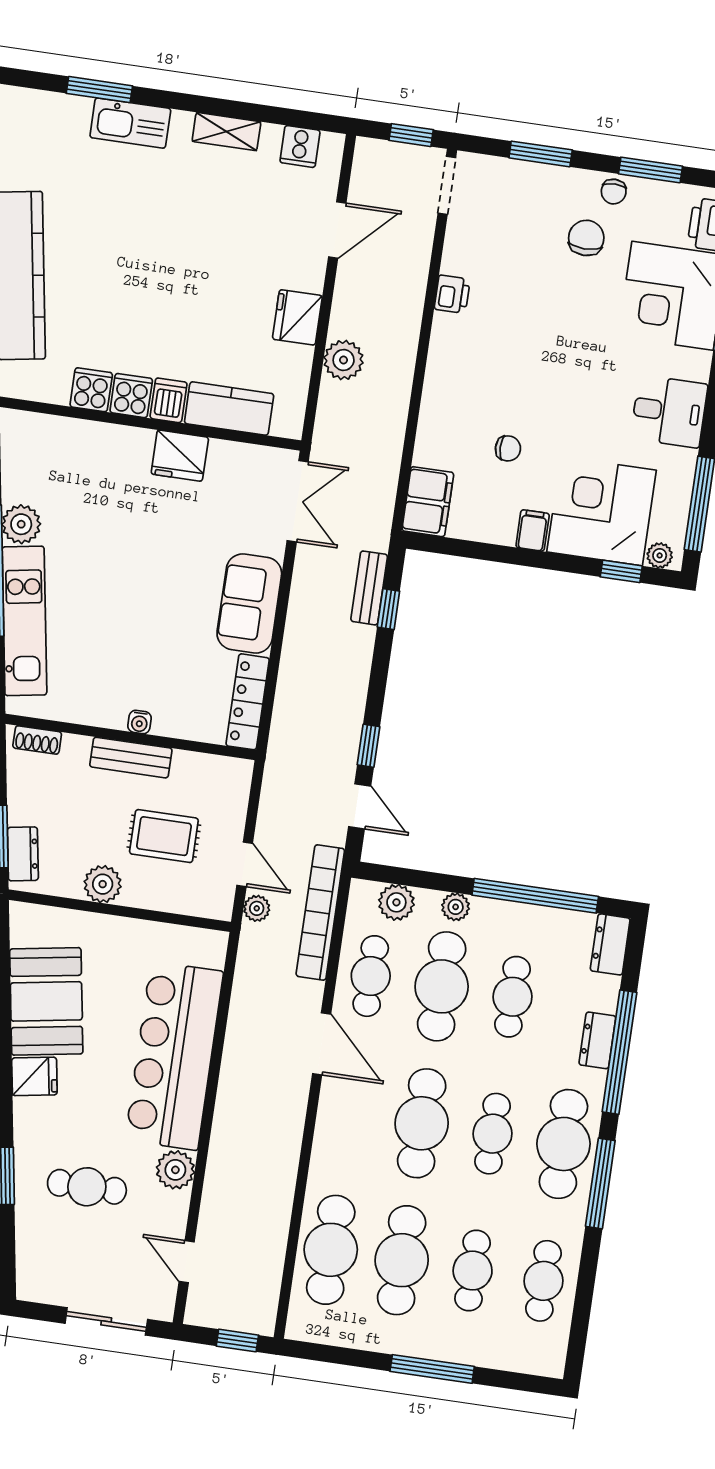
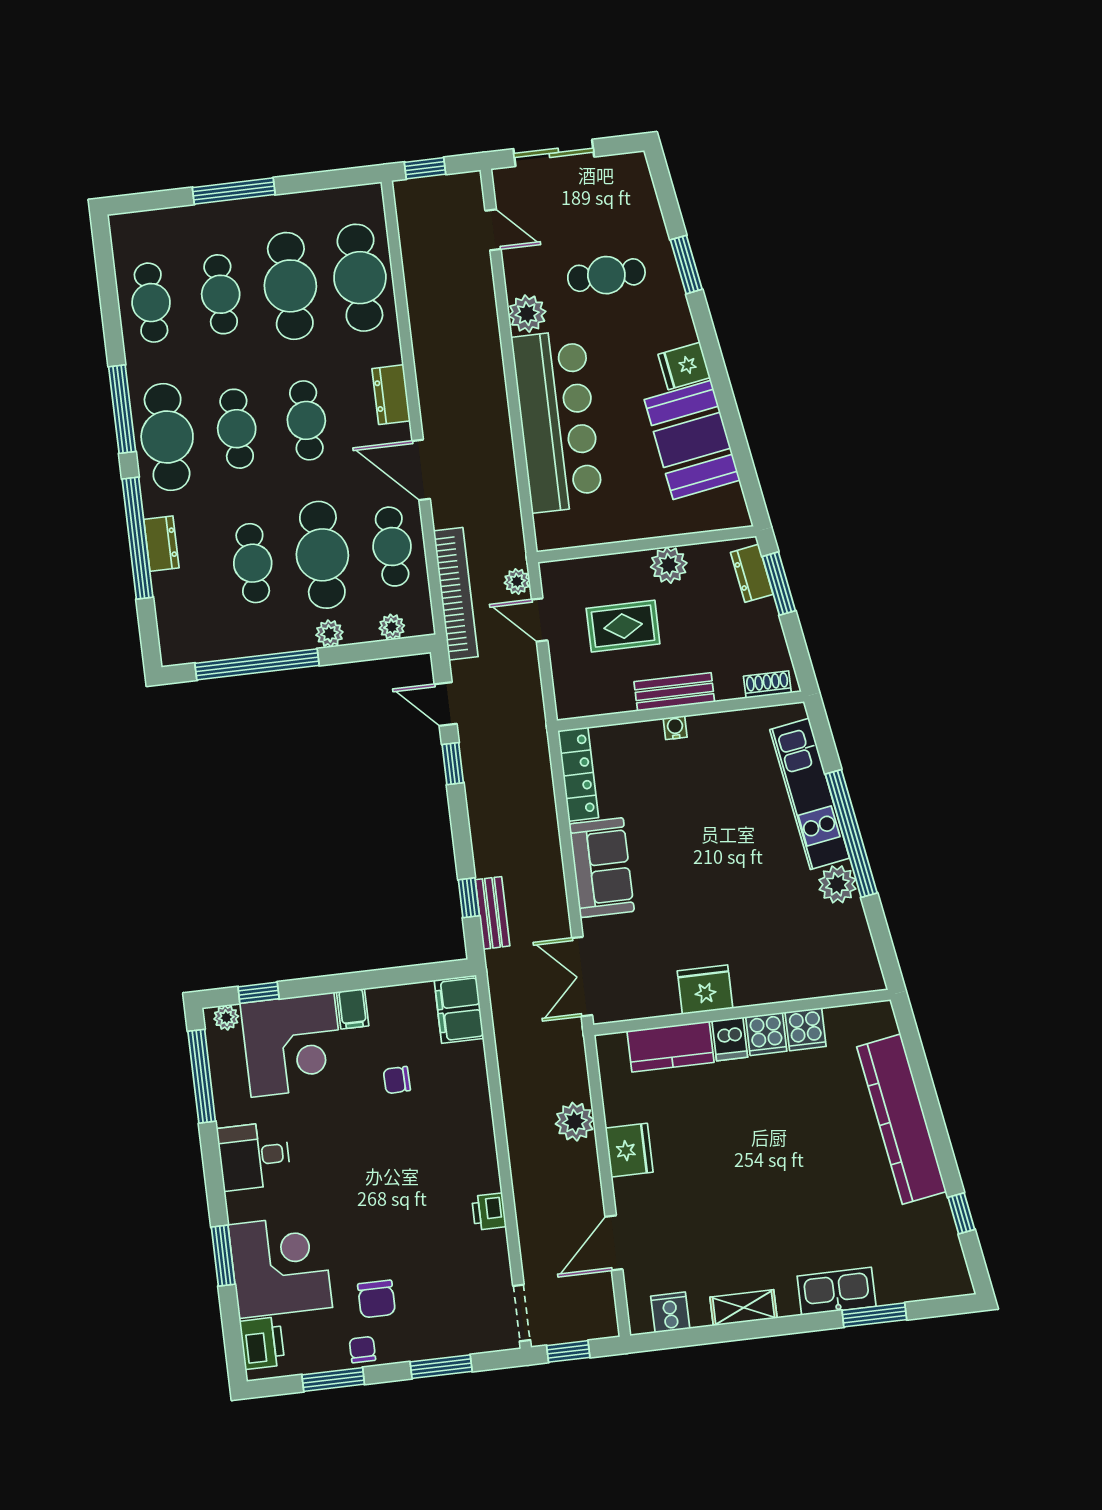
plant: (396, 902) -> (392, 627), width x0.73, depth x0.73
dresser: (610, 944) -> (391, 395), moved, turned 180
cafe table: (422, 1123) -> (306, 420), width x0.73, depth x0.74

